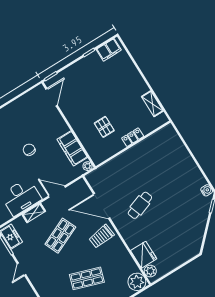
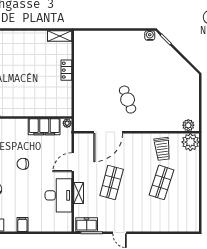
shelving: (152, 104) -> (60, 36), moved
pallet: (104, 127) -> (43, 89), removed
shop shelf: (60, 236) -> (112, 182), turned 39
trolley: (101, 236) -> (162, 149), moved
fridge: (144, 255) -> (171, 122), removed

